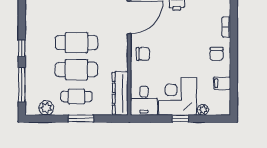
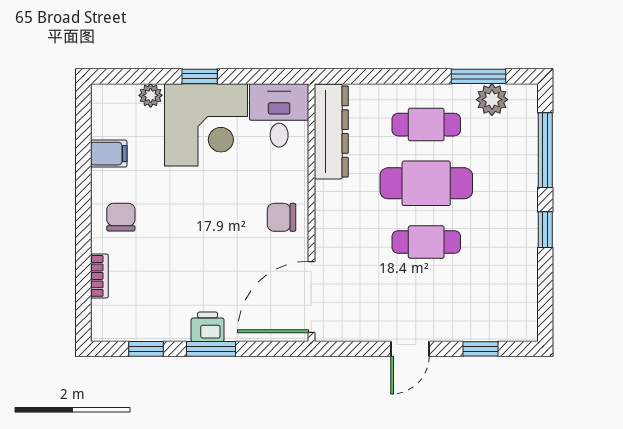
cafe table: (76, 43) -> (426, 242), width x0.73, depth x0.74
window: (81, 119) -> (479, 76), moved

